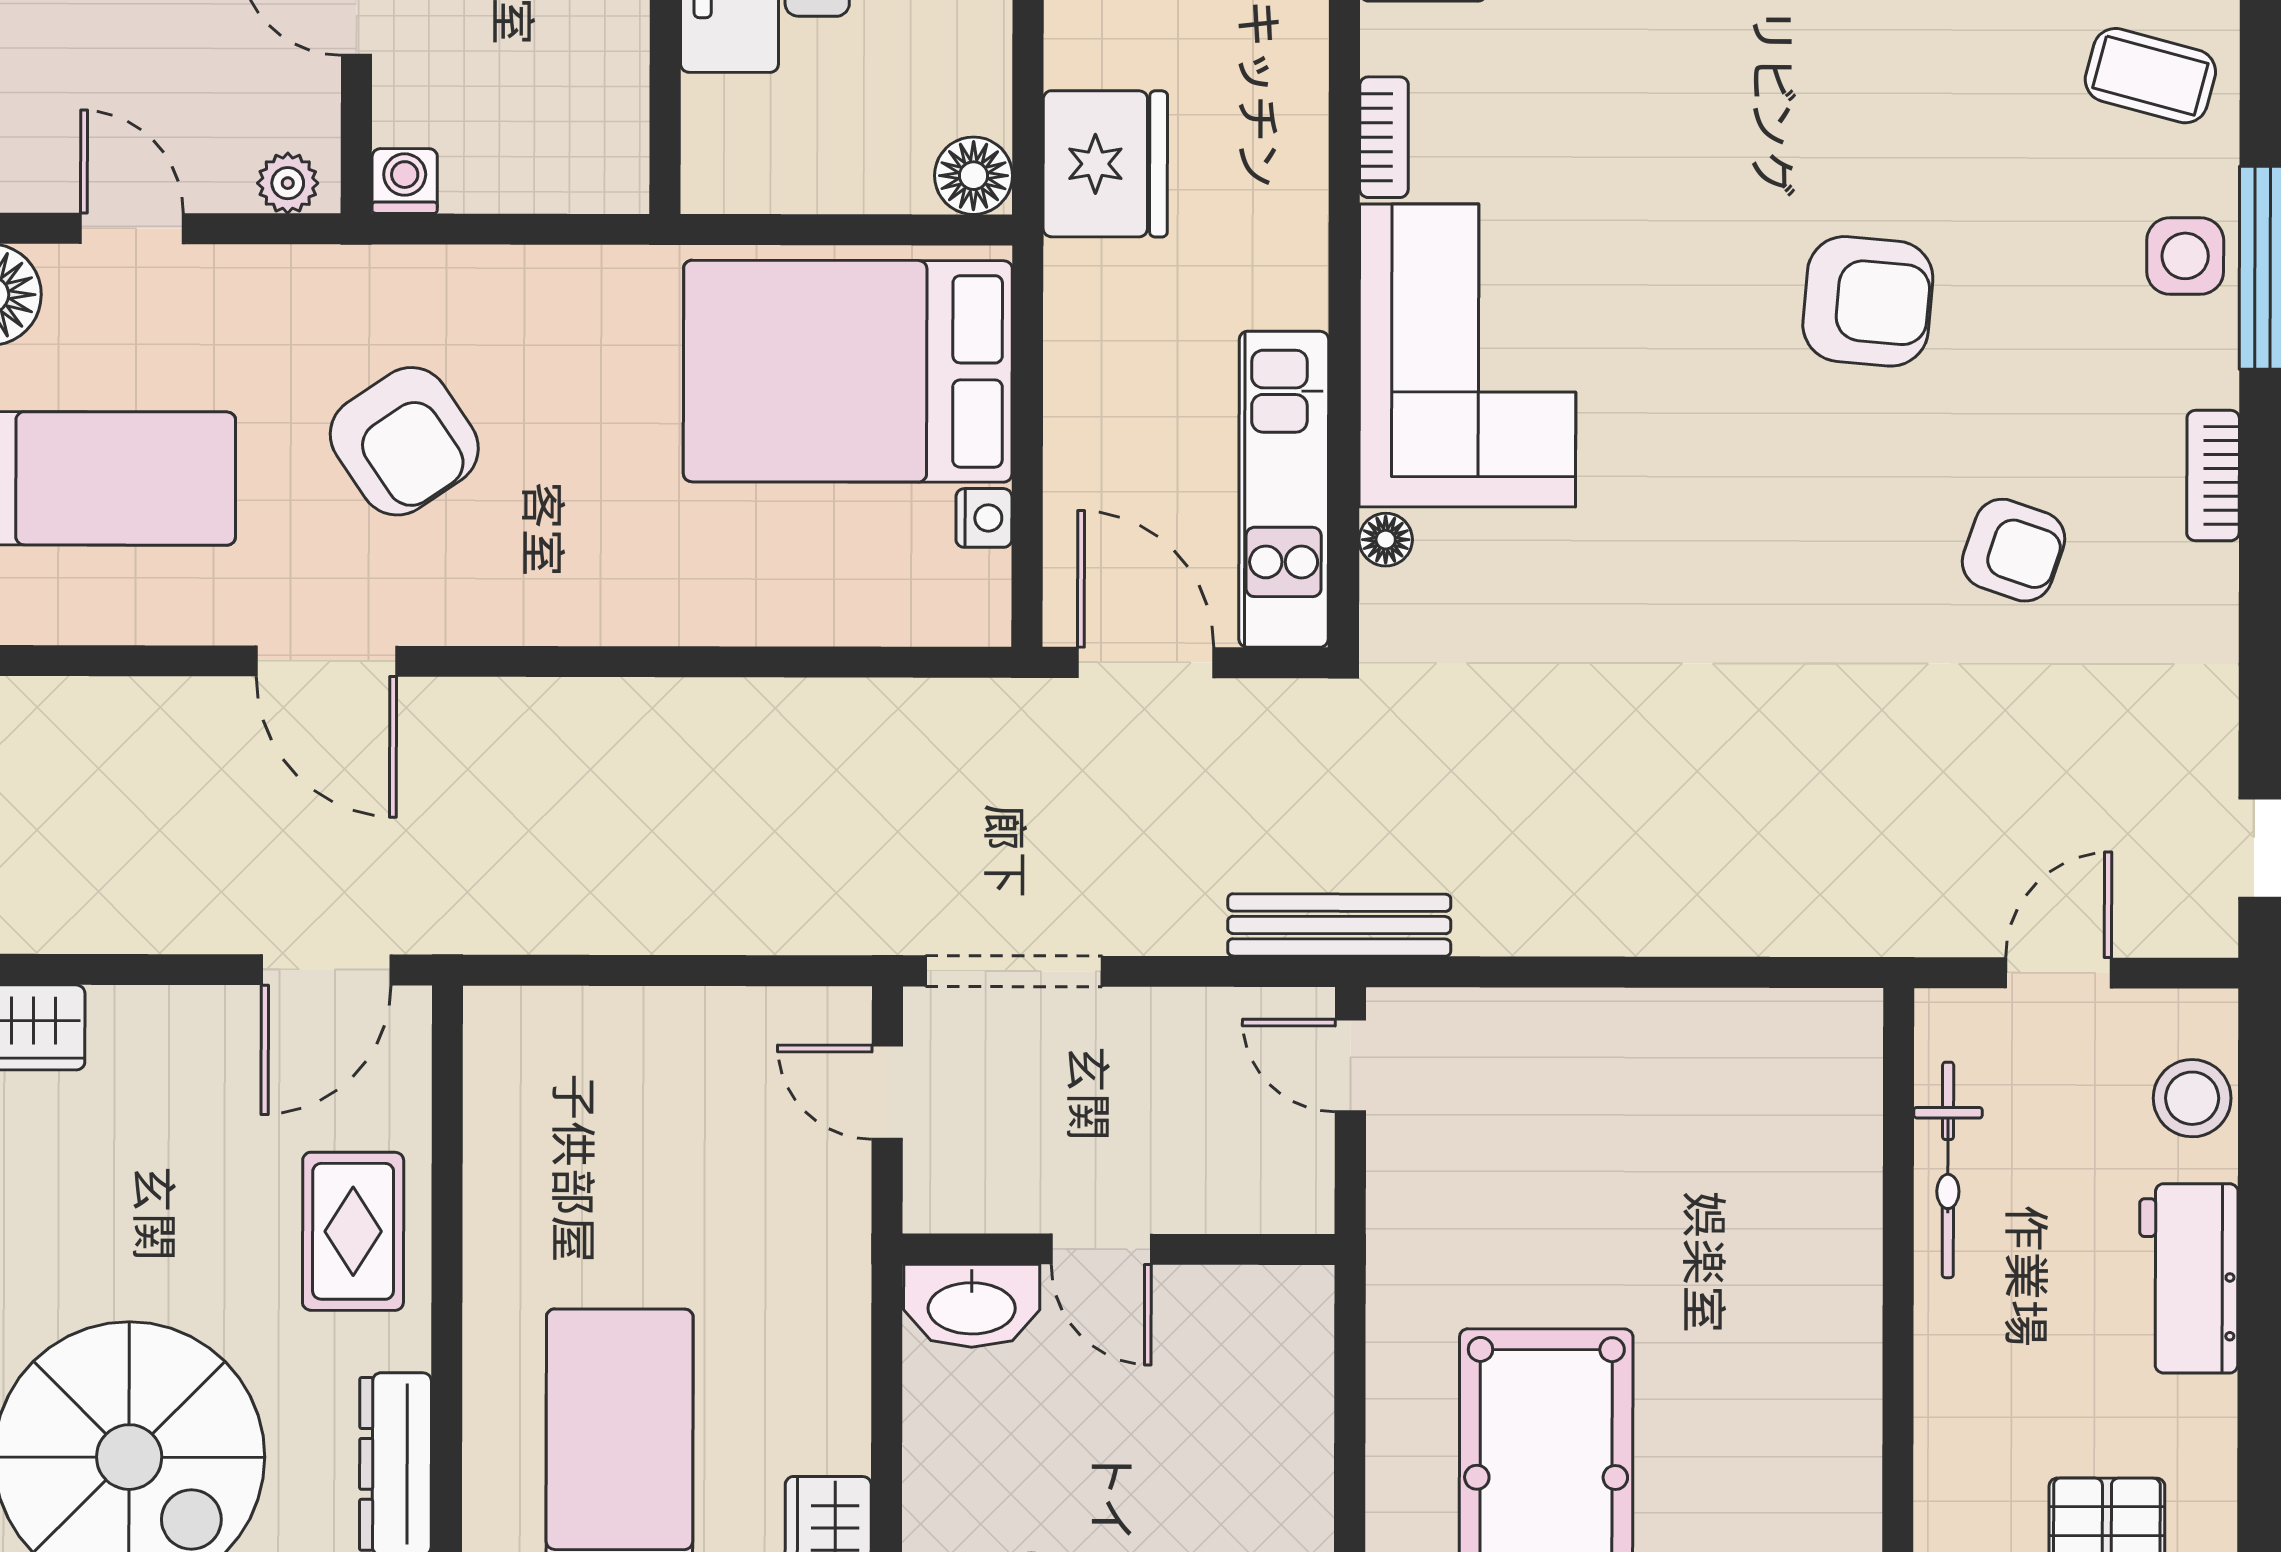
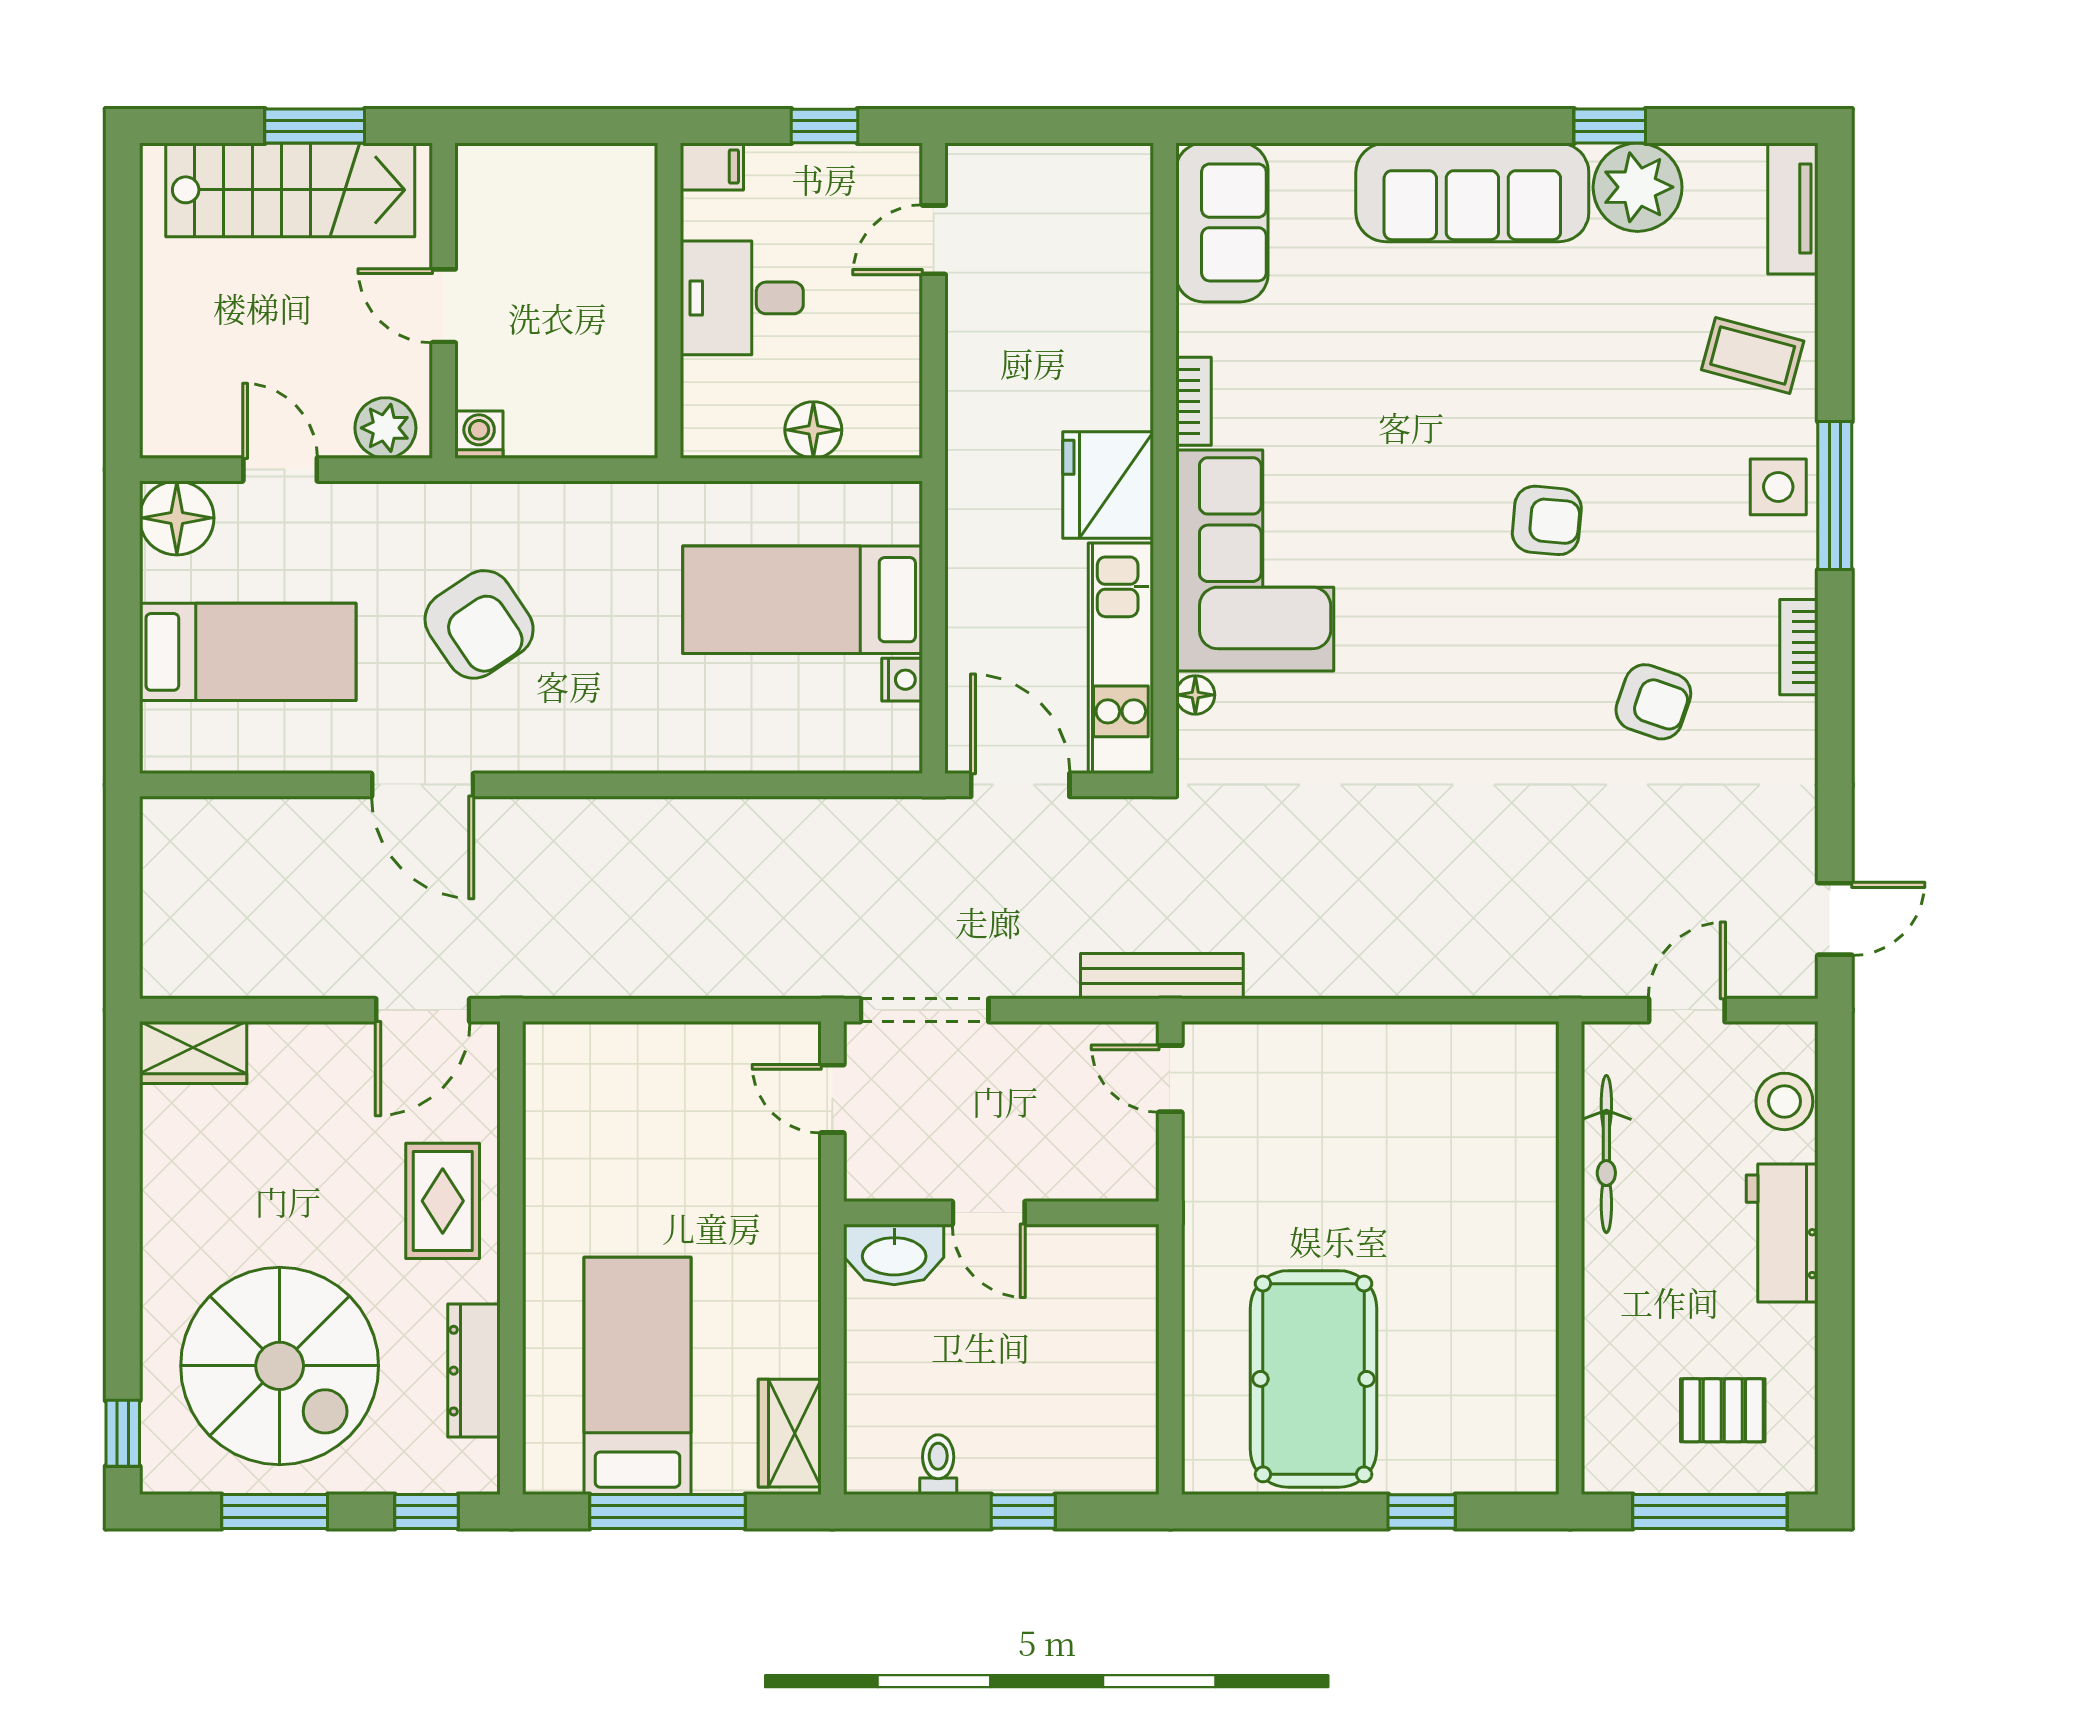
fridge: (1105, 164) -> (1108, 485), moved, turned 180
floor lamp: (974, 176) -> (813, 430), moved
plant: (288, 183) -> (385, 428), width x1.38, depth x1.38
armchair: (1868, 301) -> (1547, 520), width x0.72, depth x0.72
bed: (848, 371) -> (803, 600), width x0.67

